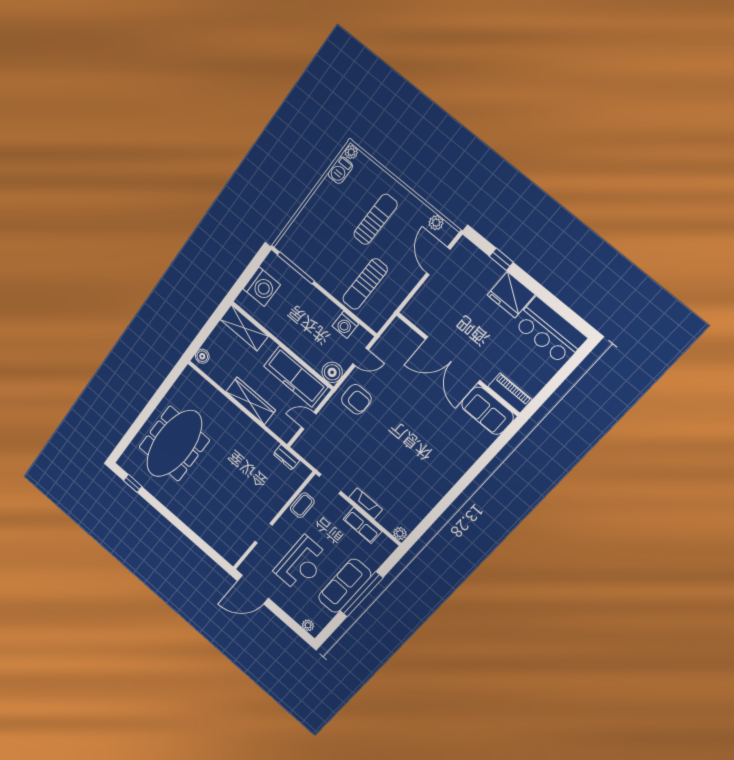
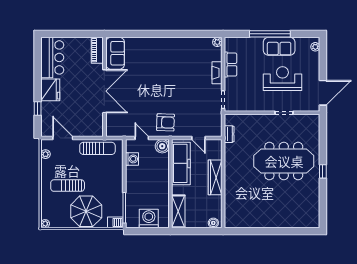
barbecue: (340, 170) -> (115, 222), moved
parasol: (327, 217) -> (86, 211), added
door: (438, 261) -> (63, 138), swing flipped
sun lounger: (365, 284) -> (97, 148), moved
armchair: (356, 399) -> (166, 122), turned 92
meeting table: (174, 444) -> (284, 161), moved
window: (133, 483) -> (323, 171), moved
coffee table: (302, 505) -> (248, 105), removed
sofa: (345, 586) -> (279, 46), width x0.73
door: (253, 589) -> (323, 93), hinge flipped

